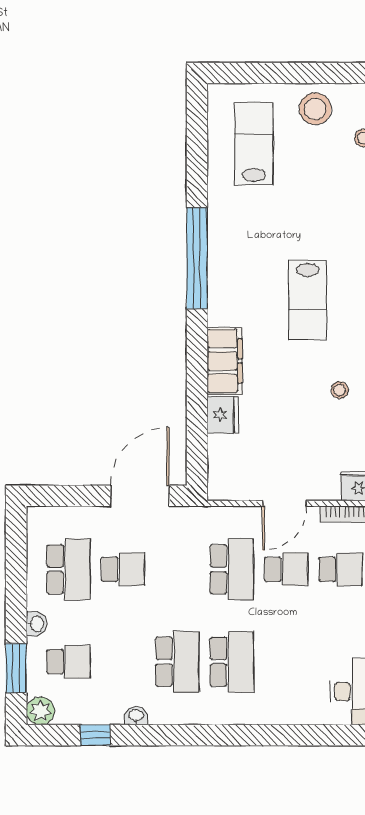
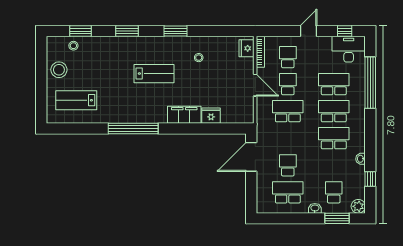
door: (140, 496) -> (251, 157), hinge flipped
school desk: (286, 662) -> (334, 84), added
window: (289, 735) -> (370, 83), added

